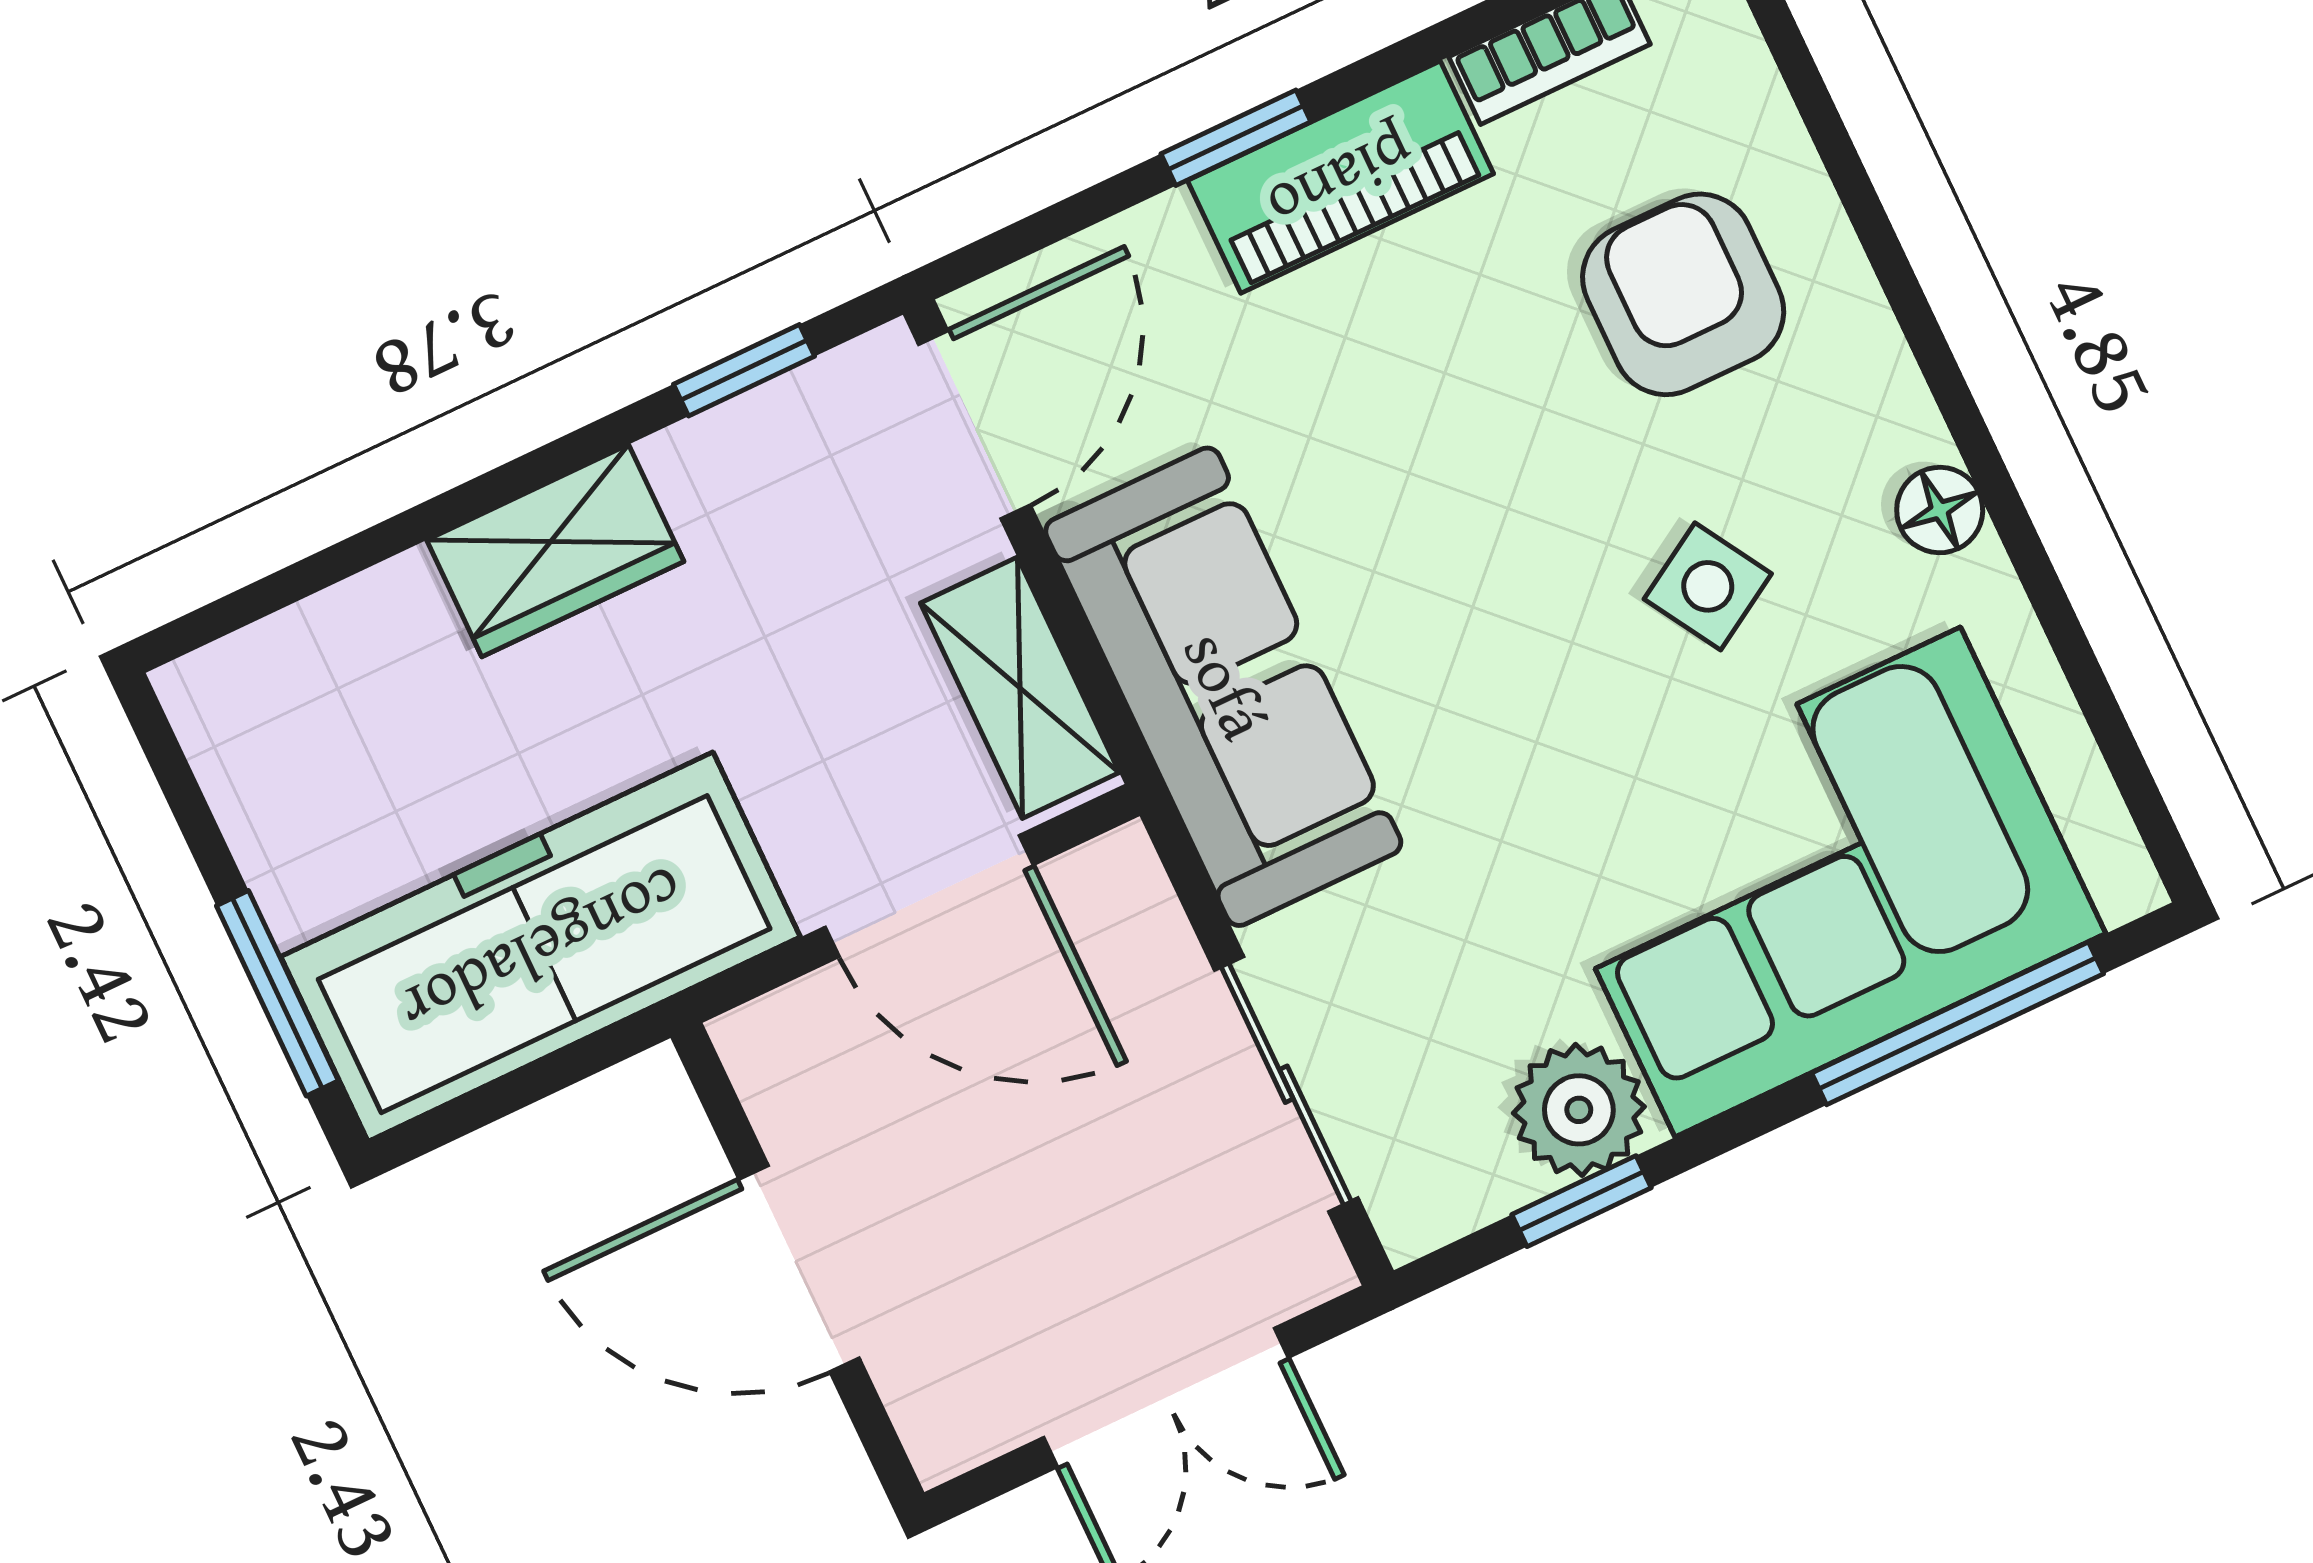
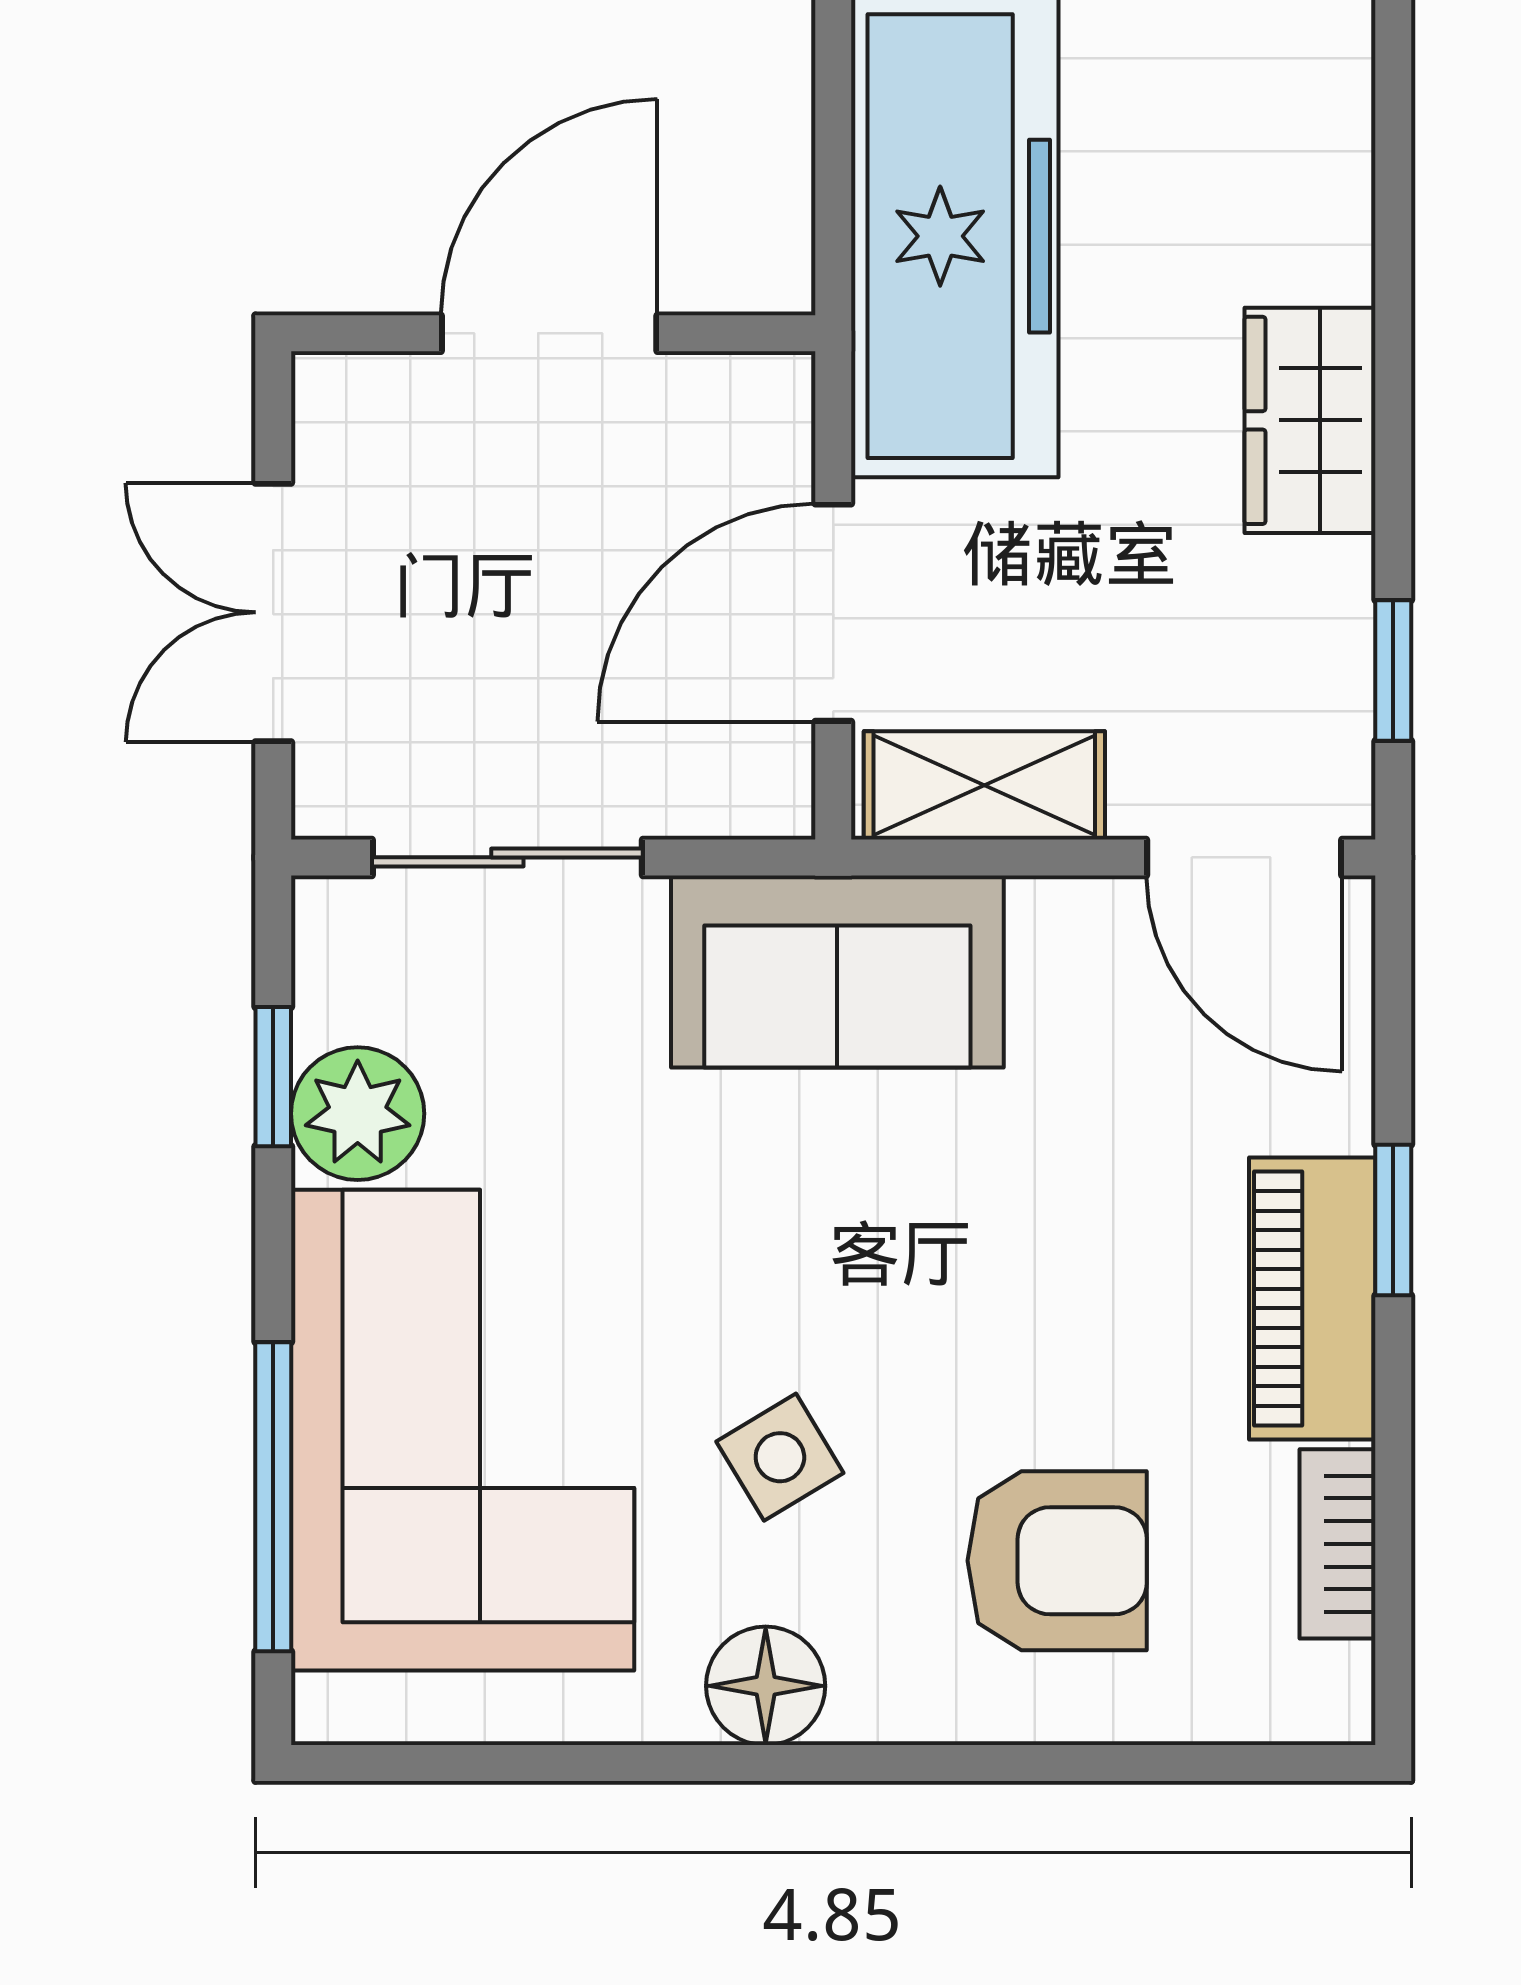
floor lamp: (1940, 510) -> (766, 1686), width x1.37, depth x1.37
sofa: (1223, 687) -> (837, 972), width x0.73

